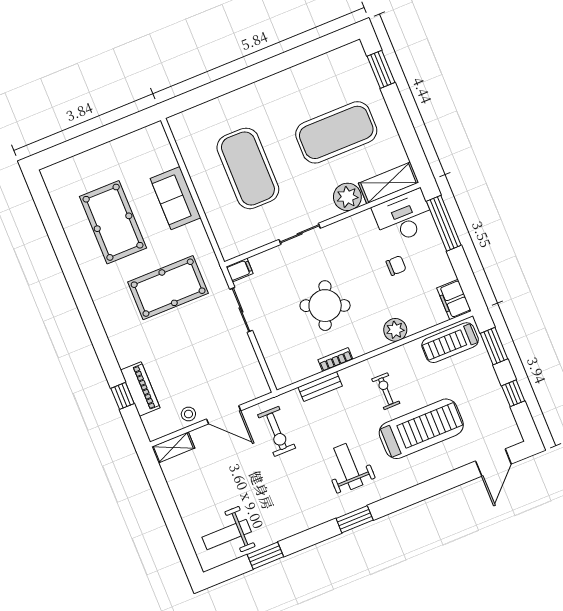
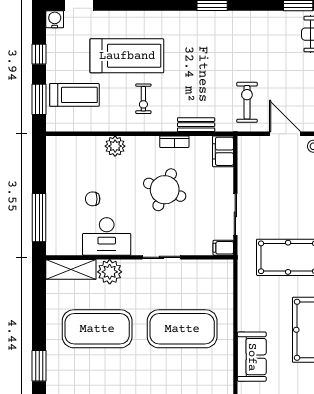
exercise mat: (248, 168) -> (182, 329), turned 90
sofa: (176, 198) -> (252, 357), moved
desk: (404, 217) -> (107, 236), moved
filing cabinet: (454, 299) -> (223, 151), moved, turned 180
treadmill: (450, 343) -> (74, 95), moved
treadmill: (421, 429) -> (127, 56), turned 180
water cooler: (512, 436) -> (55, 19), added
weight bench: (348, 467) -> (200, 49), removed

